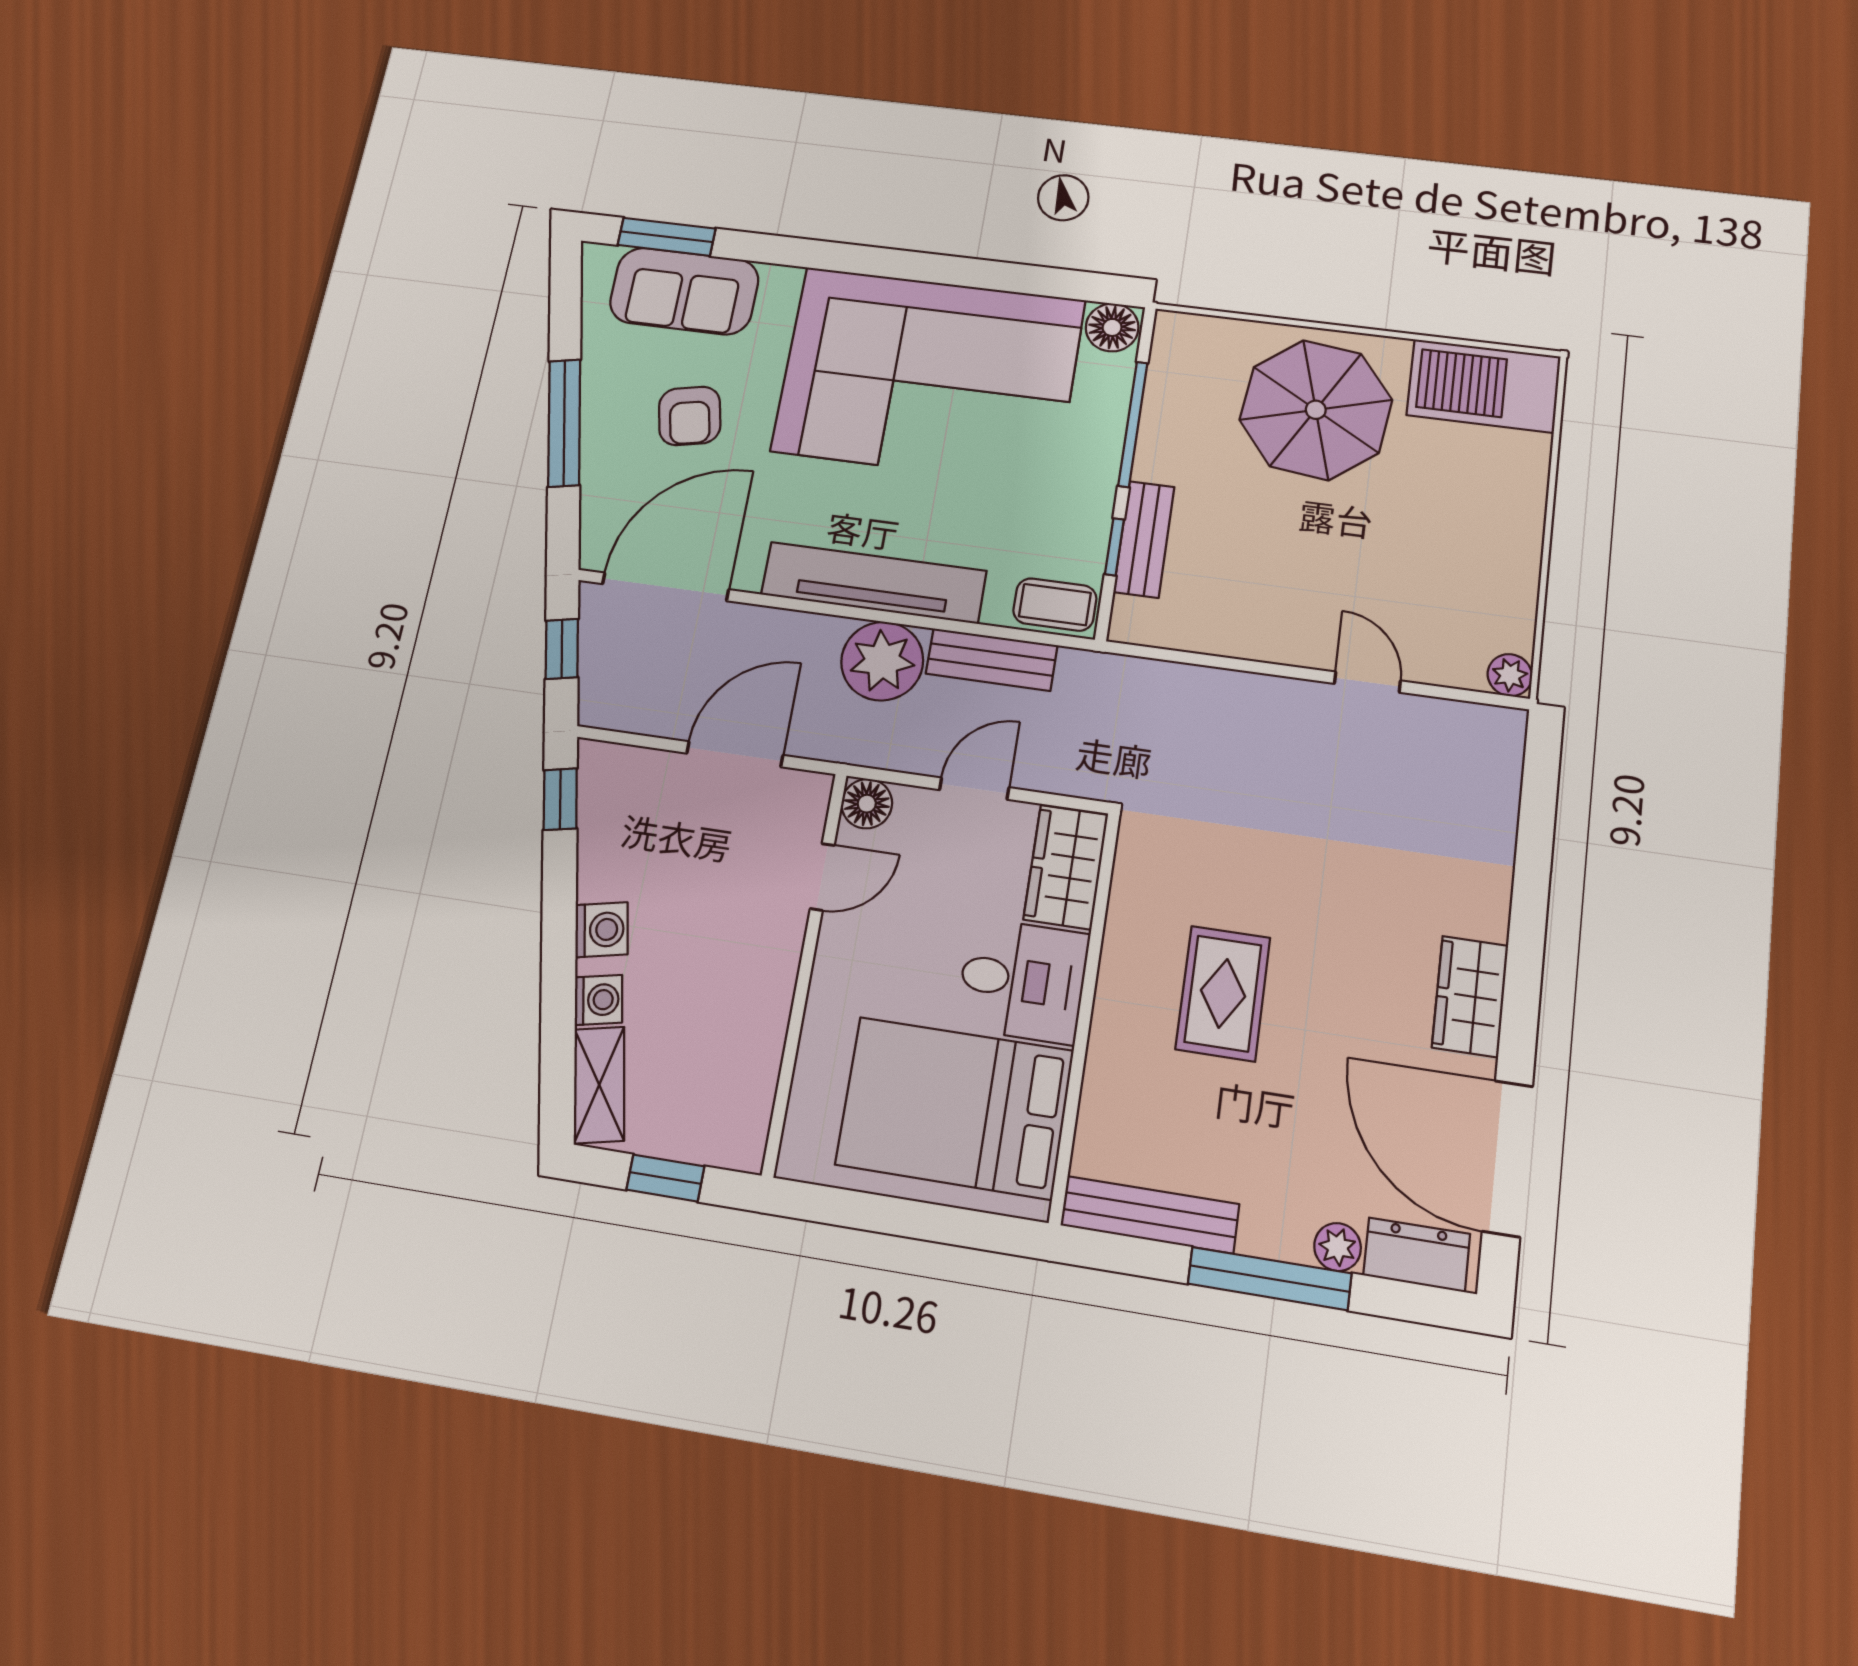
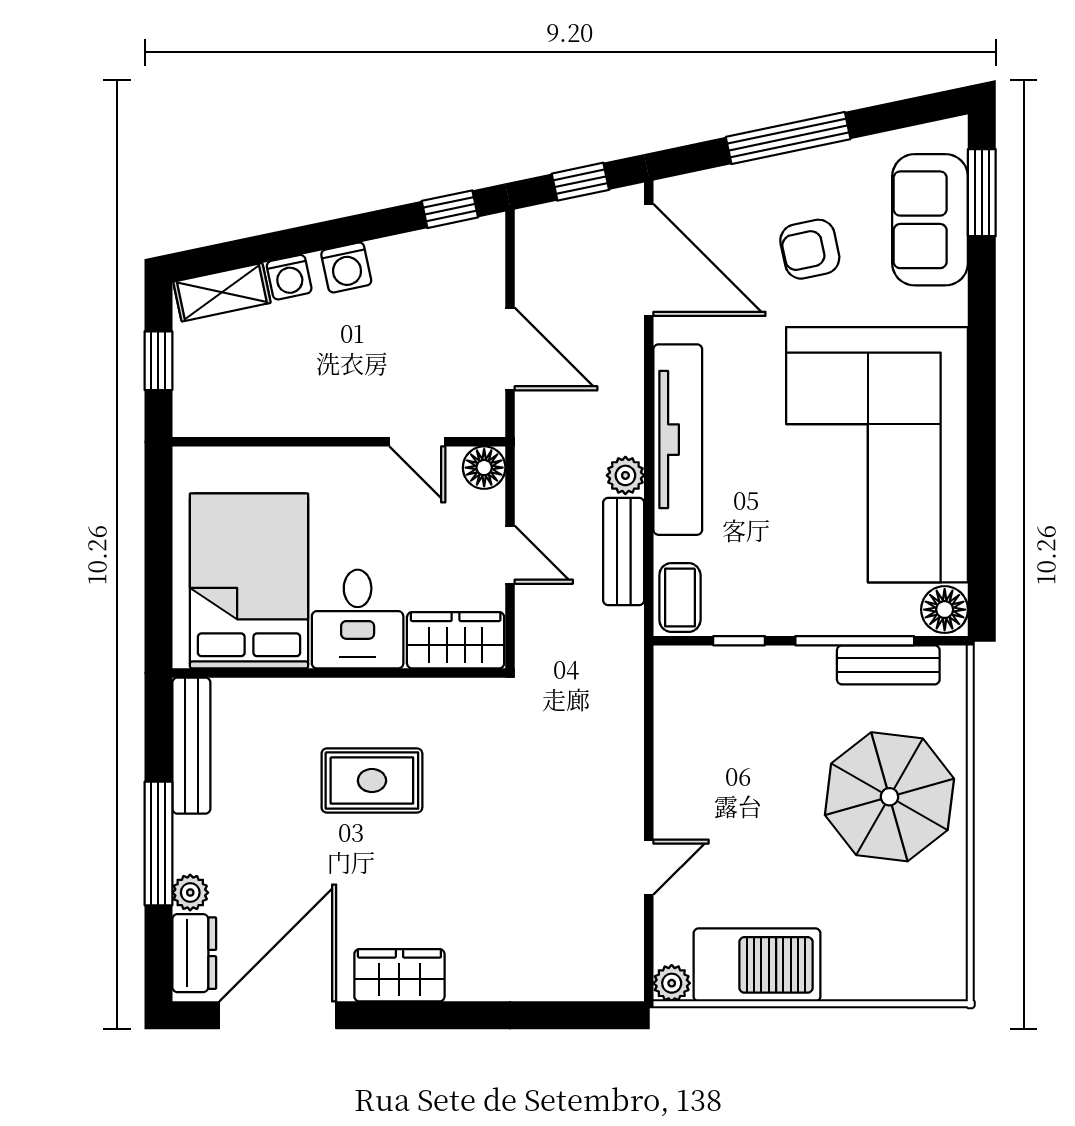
barbecue: (1484, 386) -> (757, 965), moved, turned 90
bench: (1144, 539) -> (888, 665), moved
plant: (882, 661) -> (625, 475), width x0.53, depth x0.53

